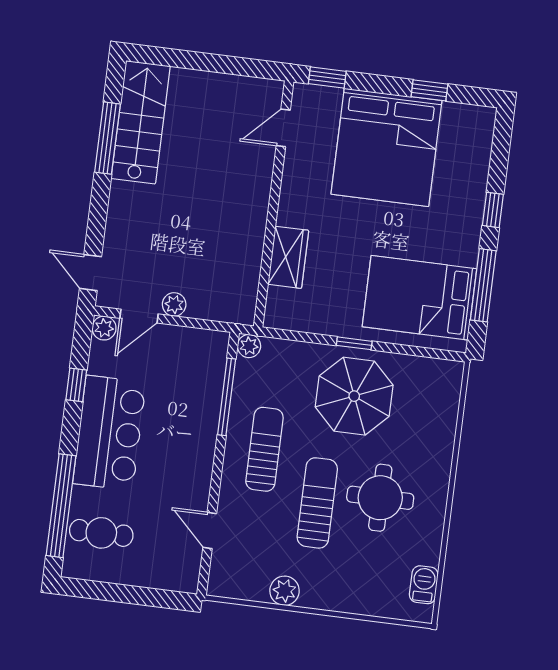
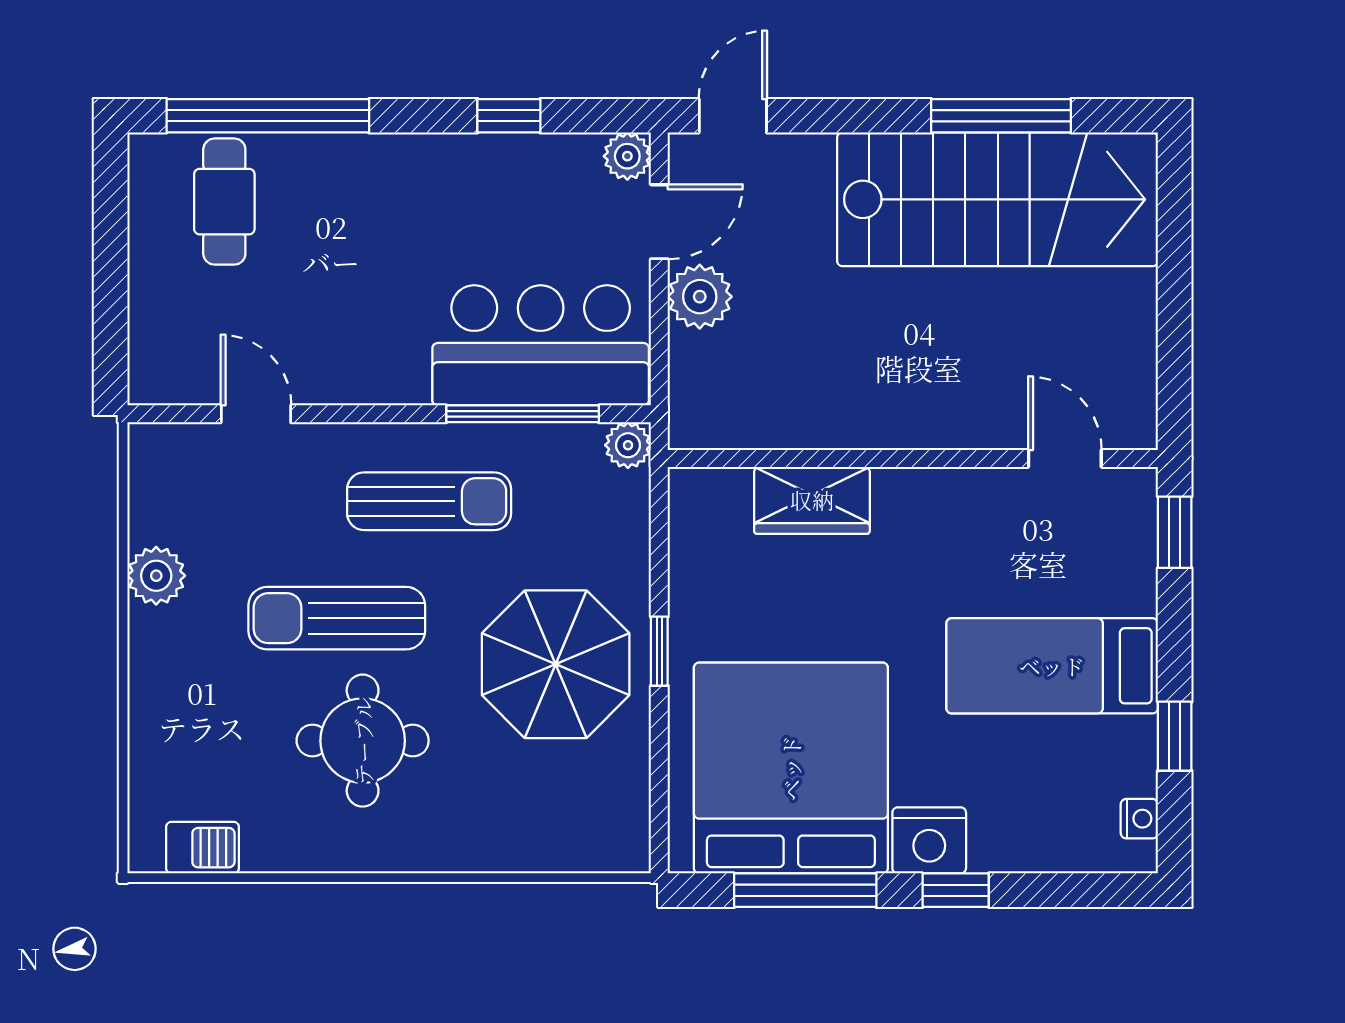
nightstand: (469, 113) -> (1139, 819), added
stairs: (141, 122) -> (998, 199), width x1.36, depth x1.51
bed: (386, 147) -> (1052, 666), width x0.49
nightstand: (466, 220) -> (929, 840), added
bed: (419, 298) -> (791, 768), width x1.36
plant: (174, 304) -> (700, 297), width x1.38, depth x1.38
door: (139, 316) -> (659, 222), swing flipped
bar counter: (109, 433) -> (541, 345), moved, turned 180
sun lounger: (317, 503) -> (337, 618), turned 180
door: (210, 530) -> (256, 414), hinge flipped

